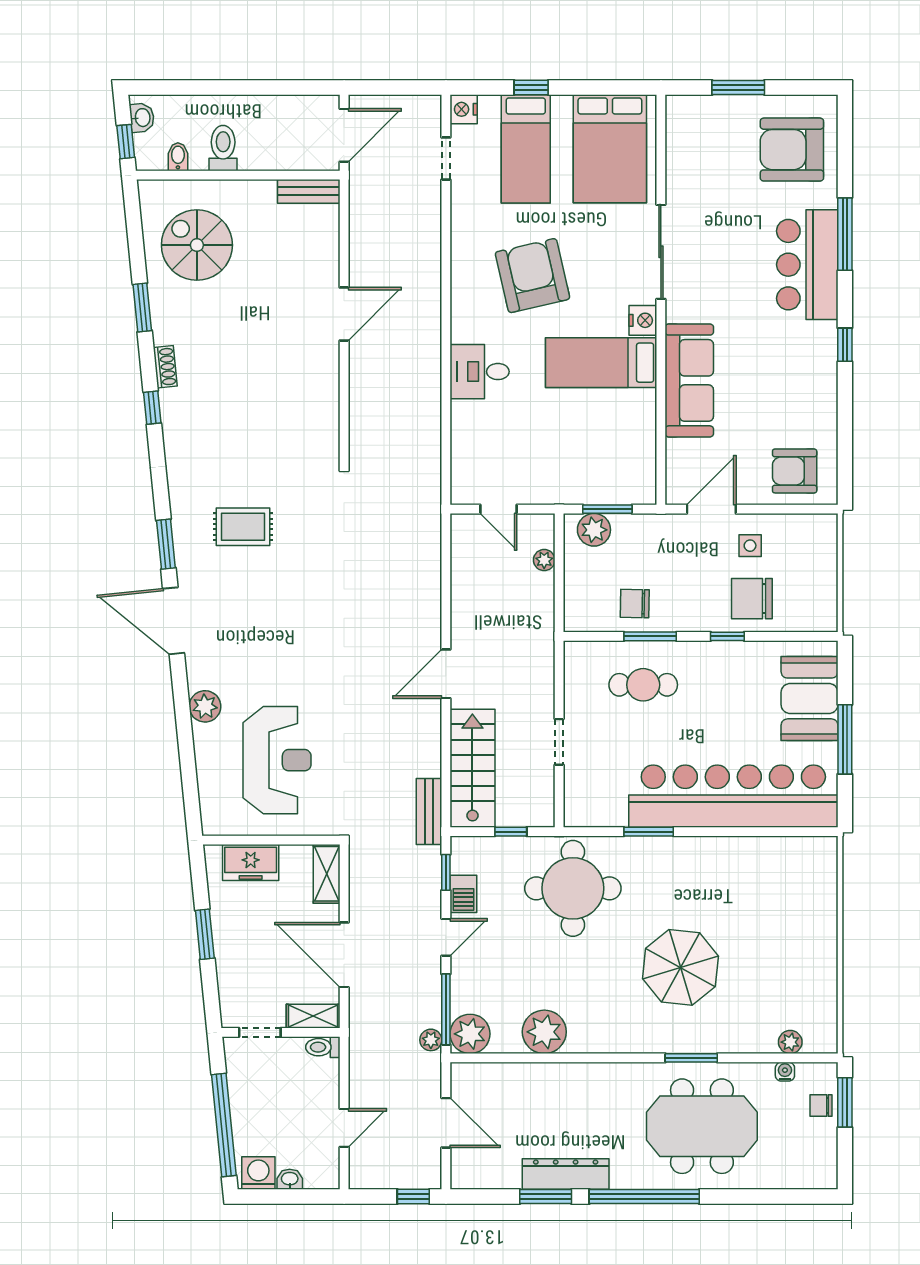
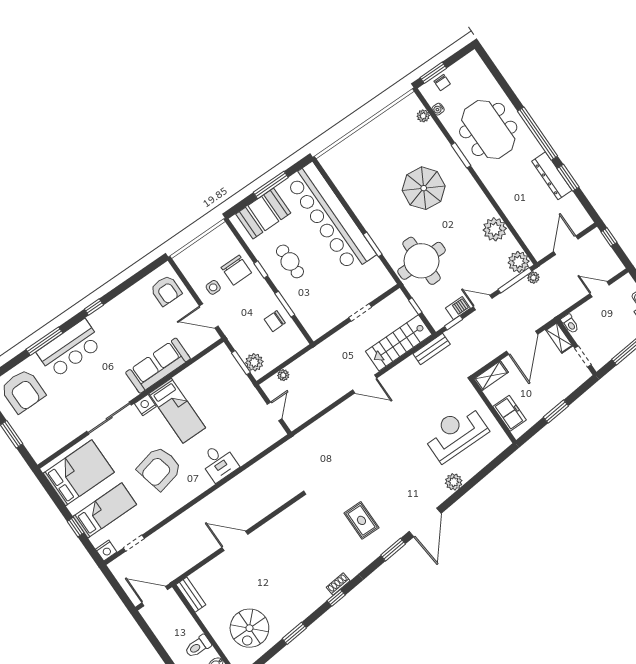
shoe rack: (165, 367) -> (338, 584), moved
chair: (635, 604) -> (275, 321), turned 89
cafe table: (643, 685) -> (290, 261), moved

